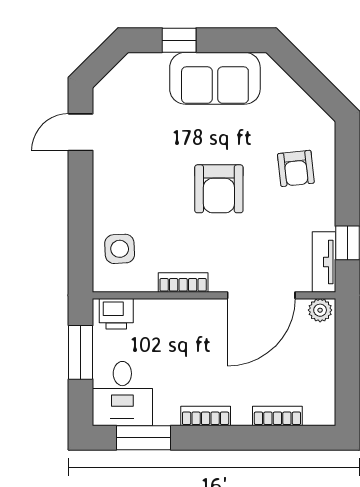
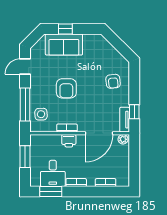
sofa: (215, 78) -> (64, 44), moved
armchair: (219, 189) -> (66, 88), moved
window: (81, 225) -> (25, 104), added
printer: (116, 314) -> (69, 141), moved
desk: (122, 394) -> (53, 173), moved

